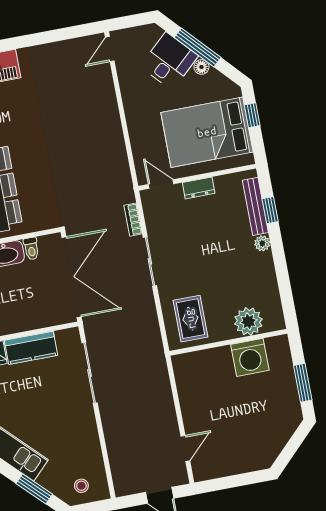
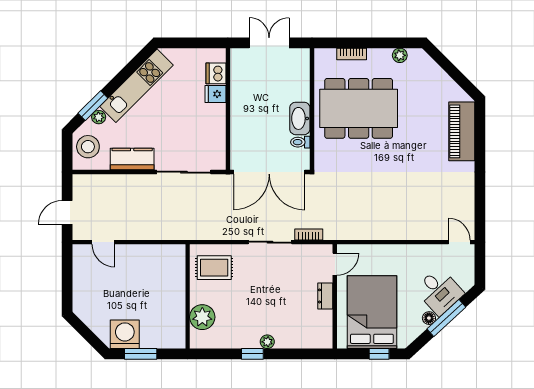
bench: (255, 206) -> (300, 342), removed
window: (270, 210) -> (252, 354), moved
kitchen counter: (31, 348) -> (132, 159), moved, turned 90
washing machine: (250, 357) -> (125, 334), moved, turned 90
plant: (46, 480) -> (99, 117), added
stool: (81, 486) -> (88, 147), width x1.89, depth x1.89

